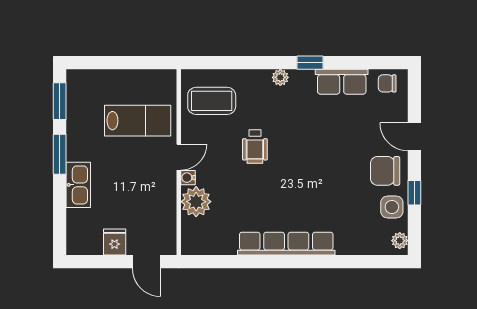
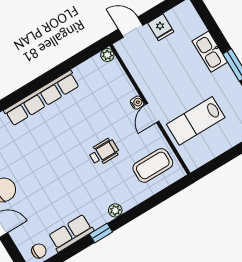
wheelchair: (255, 147) -> (104, 152), turned 90
plant: (196, 202) -> (107, 55), moved, width x0.53, depth x0.53

